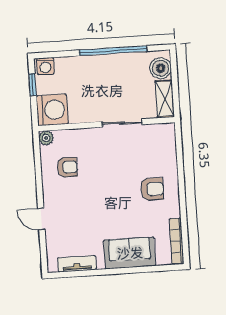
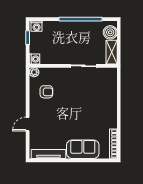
washing machine: (52, 110) -> (35, 59), width x0.53, depth x0.53
armchair: (152, 189) -> (100, 109), removed
door: (41, 219) -> (28, 124), hinge flipped
tv unit: (77, 264) -> (49, 154), width x1.41

